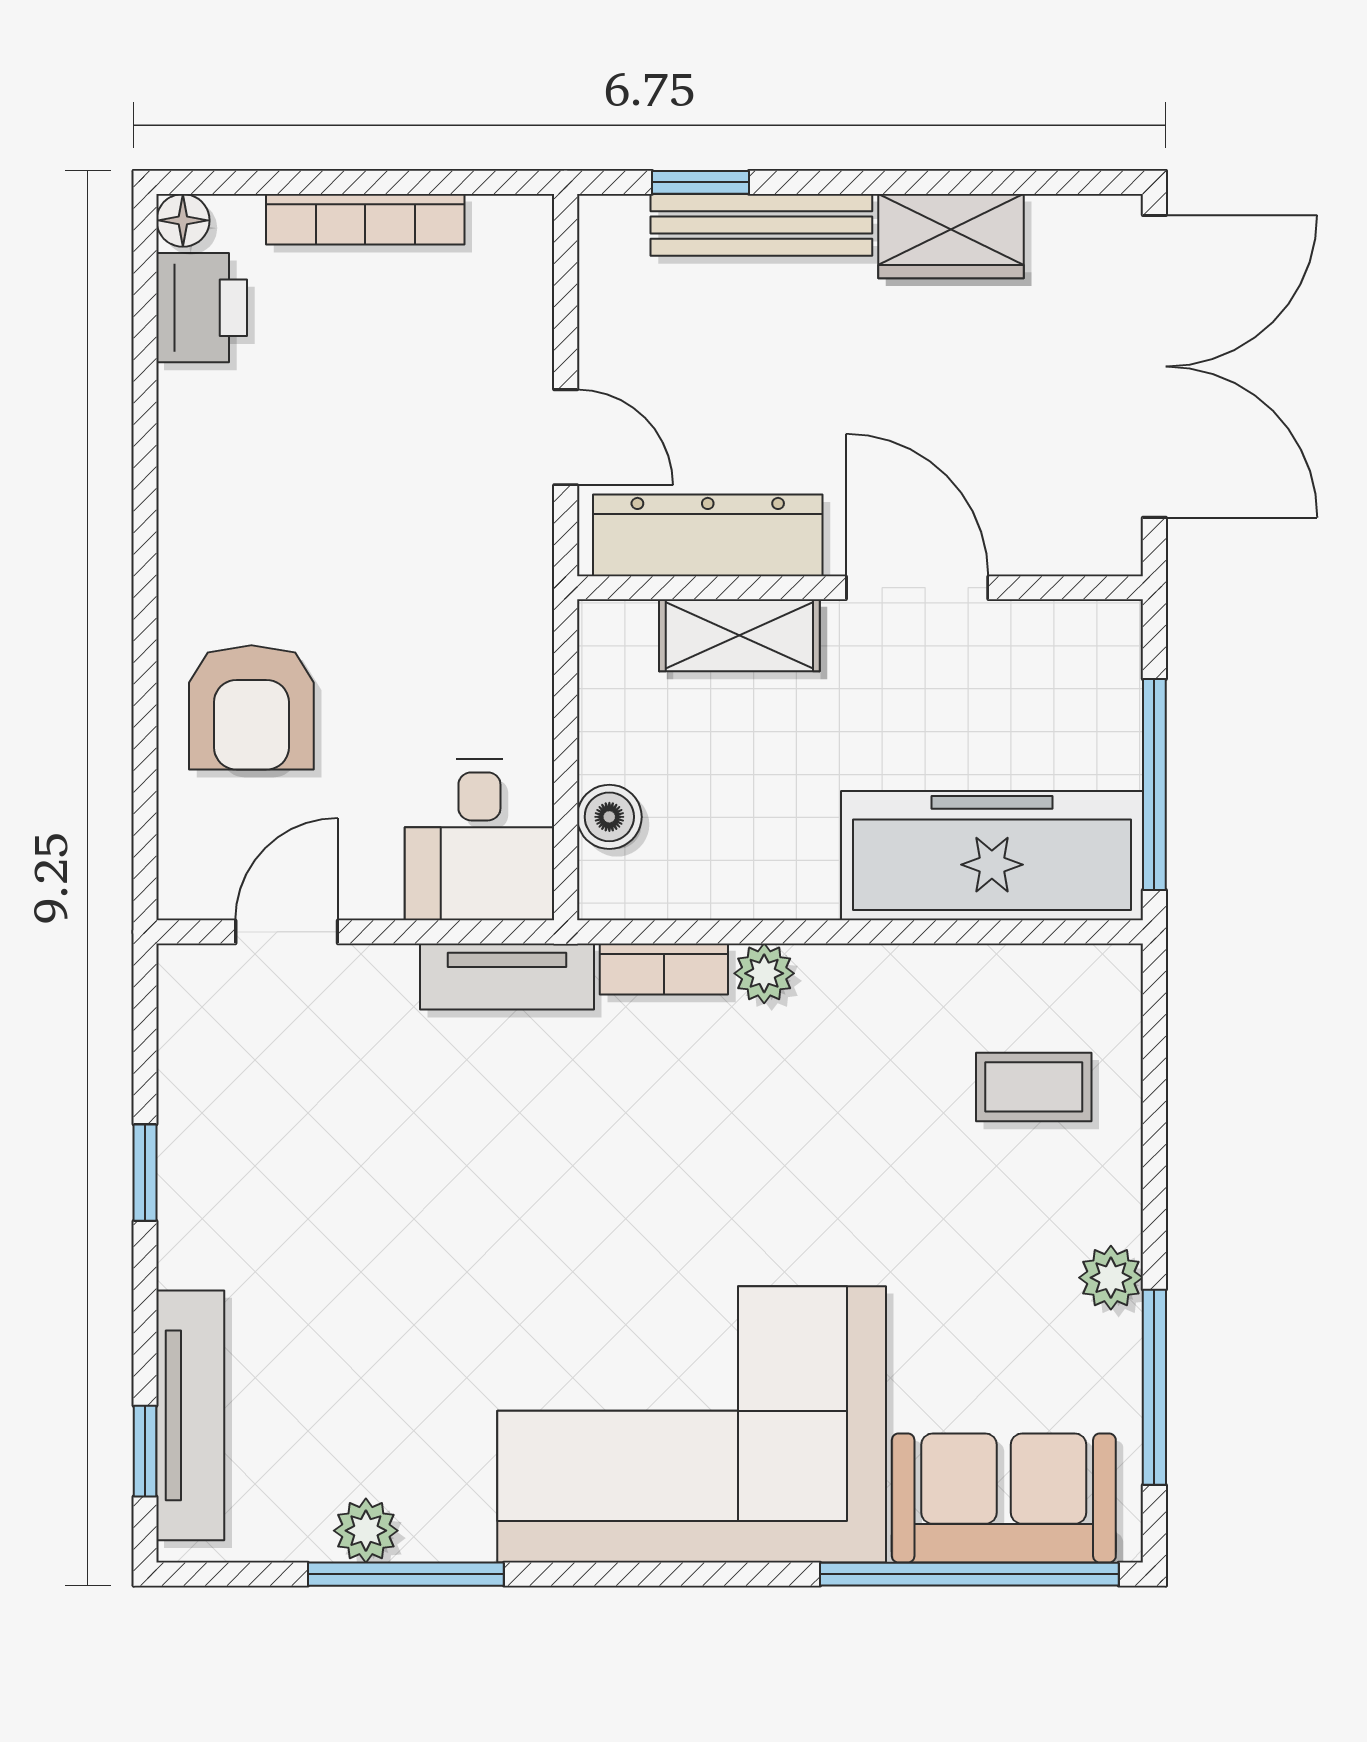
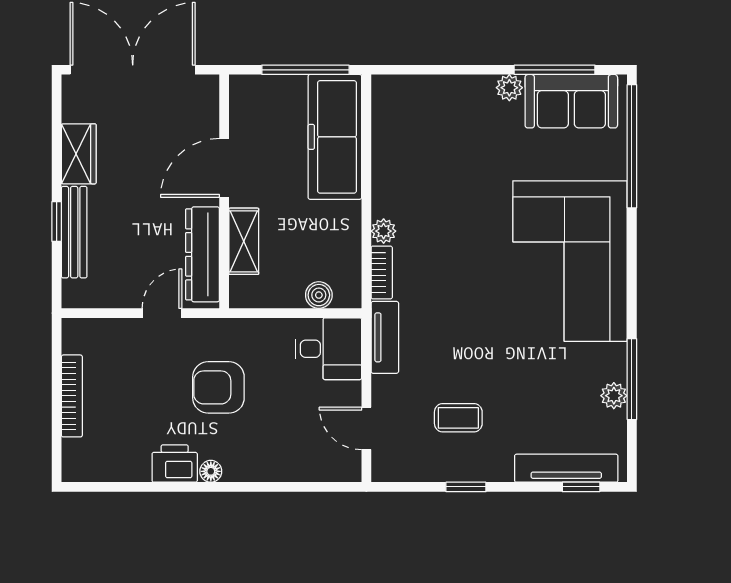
window: (701, 182) -> (57, 221), moved
floor lamp: (183, 220) -> (211, 471), moved
printer: (202, 308) -> (175, 464), moved
armchair: (251, 707) -> (218, 387), moved, turned 180
coffee table: (1034, 1087) -> (458, 418), moved, turned 90
sofa: (1004, 1498) -> (571, 101), moved, turned -90

